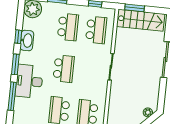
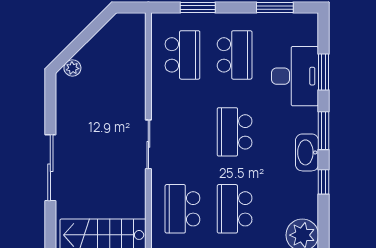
washbasin: (27, 40) -> (307, 152), moved
desk: (29, 81) -> (295, 76), moved
window: (12, 96) -> (323, 72), width x0.69

